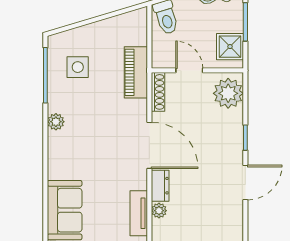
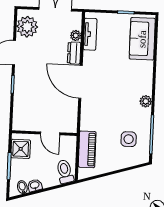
piano: (136, 72) -> (87, 149), moved
shoe rack: (158, 92) -> (73, 119), removed
plant: (228, 93) -> (27, 27), moved

